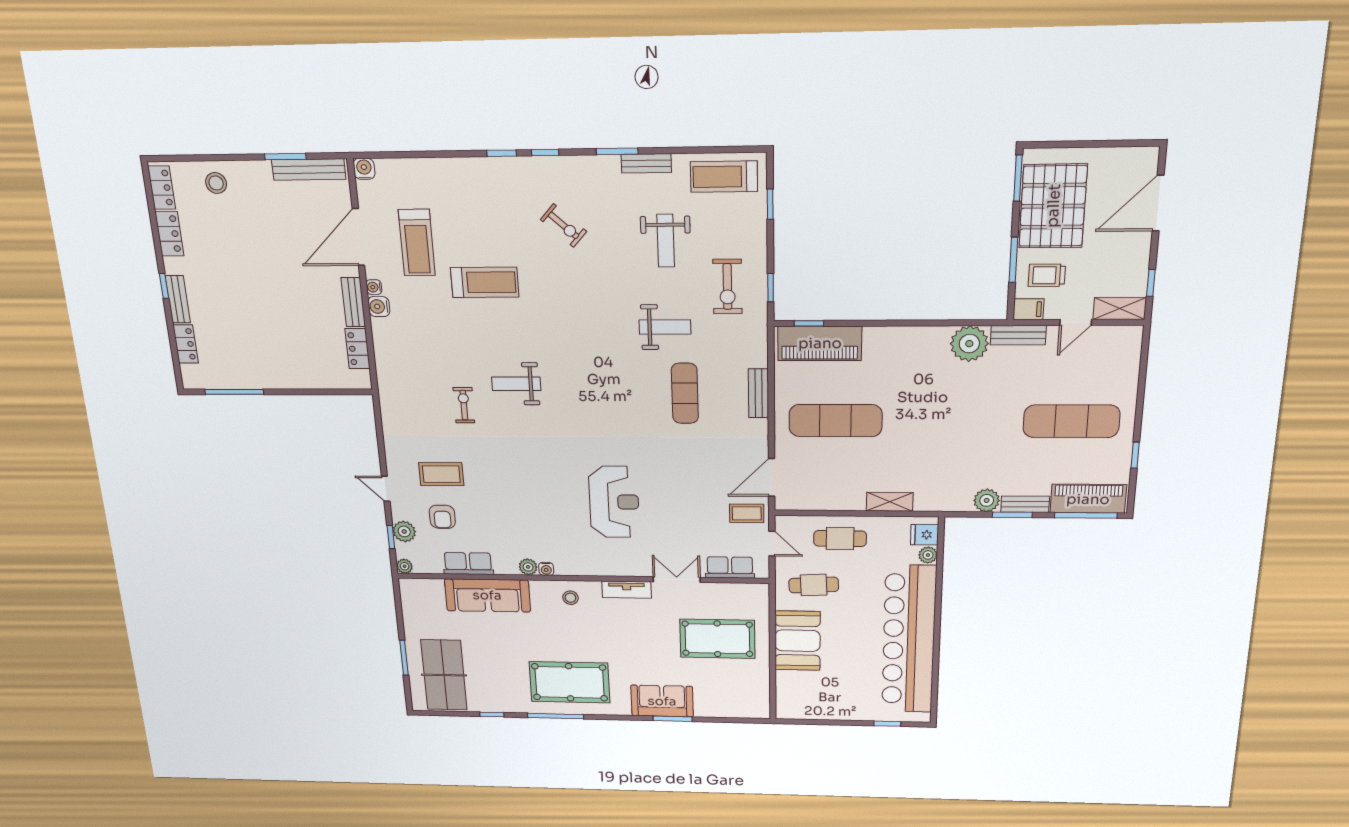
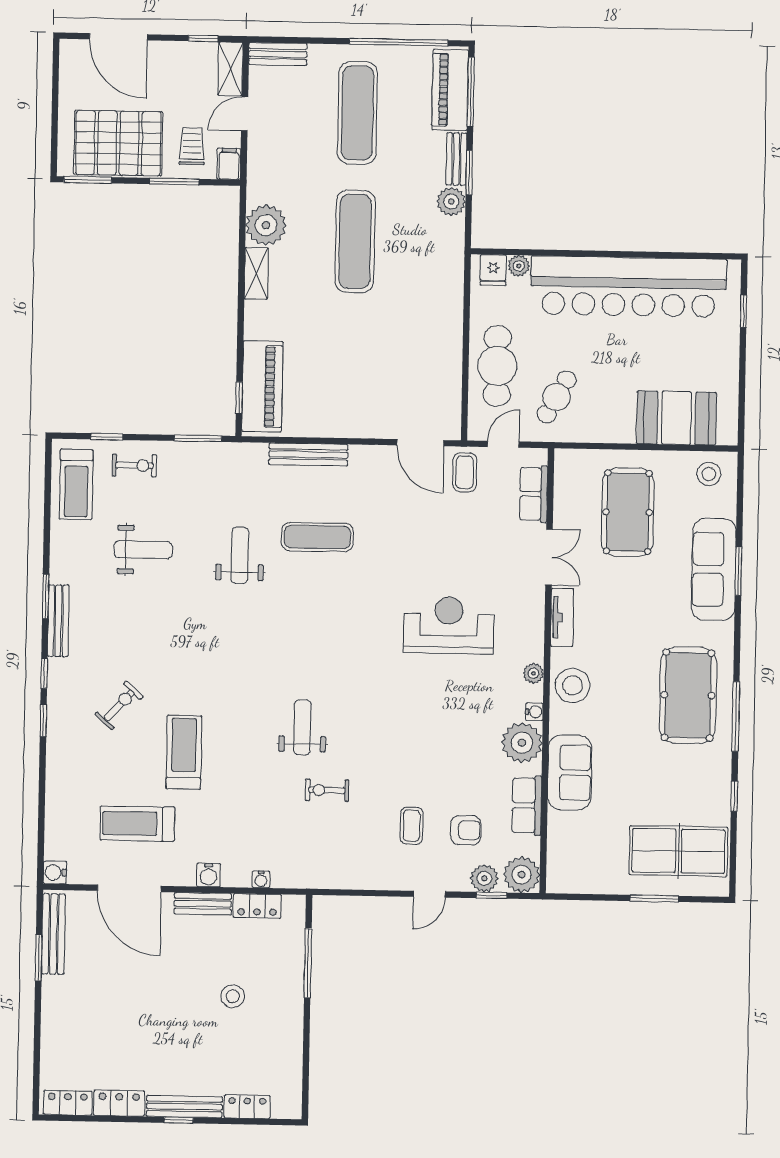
bench: (646, 163) -> (58, 621), moved, width x1.36
stool: (216, 183) -> (233, 996), moved
exercise bike: (564, 225) -> (119, 705), moved
treadmill: (417, 243) -> (137, 824), turned 180
trolley: (1047, 275) -> (192, 146), turned 180
water cooler: (374, 287) -> (261, 879), moved
exercise bike: (727, 287) -> (134, 465), moved, width x0.73, depth x0.72
window: (771, 288) -> (198, 438), width x1.50
bench: (178, 299) -> (184, 1107), width x1.36
door: (1076, 322) -> (245, 114), swing flipped
bench: (1018, 335) -> (278, 54), moved, turned 90
weight bench: (516, 384) -> (302, 727), turned 180
window: (234, 392) -> (308, 963), moved
bench: (758, 393) -> (308, 455), width x1.36
exercise mat: (835, 421) -> (355, 241), moved
window: (1135, 455) -> (398, 42), width x3.17
coffee table: (441, 474) -> (412, 826), width x0.73, depth x0.77
shelving: (890, 502) -> (256, 273), moved
cafe table: (840, 539) -> (497, 366), width x1.37, depth x1.35
plant: (405, 566) -> (522, 875), width x1.88, depth x1.88
plant: (528, 567) -> (522, 743), width x1.87, depth x1.87
plant: (578, 568) -> (533, 673), added
double door: (677, 580) -> (549, 557), swing flipped
cafe table: (814, 585) -> (557, 397), turned 32
sofa: (487, 595) -> (570, 773), width x0.73
stool: (570, 598) -> (573, 686), width x1.89, depth x1.89
booth: (797, 641) -> (676, 418), moved
stool: (751, 698) -> (709, 474), added
sofa: (662, 701) -> (714, 569), width x1.36

